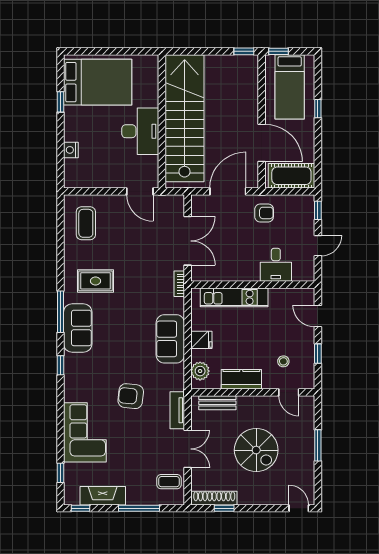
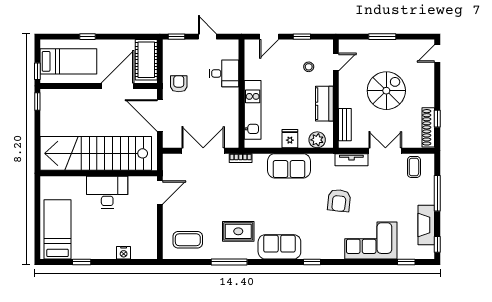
bed: (98, 82) -> (58, 229), width x0.67
rug: (95, 281) -> (238, 231), turned 90
window: (61, 312) -> (229, 262), moved

